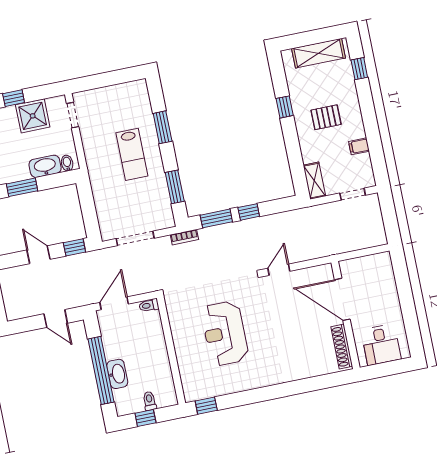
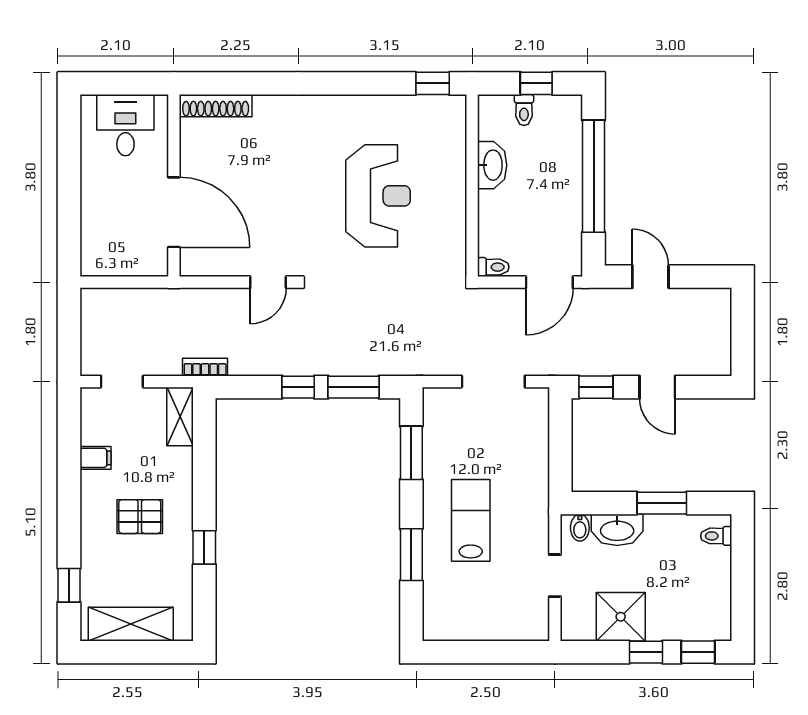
doorway: (73, 115) -> (555, 576), moved
bookcase: (184, 237) -> (205, 367), moved
shoe rack: (342, 347) -> (216, 106), moved, turned 90
washbasin: (117, 374) -> (492, 165), moved, turned 180

